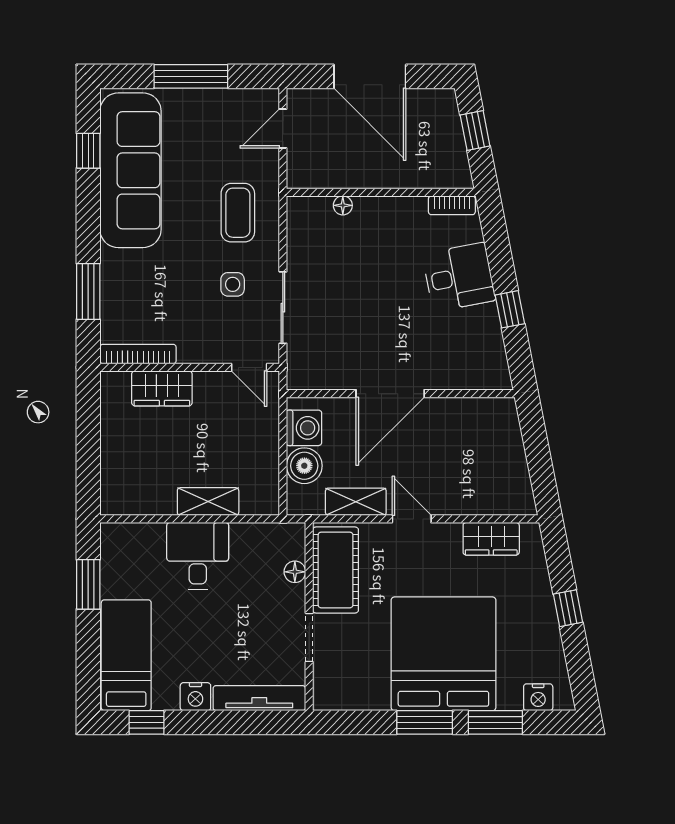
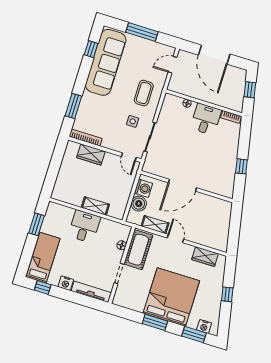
desk: (459, 277) -> (206, 119), moved, turned -79
window: (495, 722) -> (194, 334), moved

